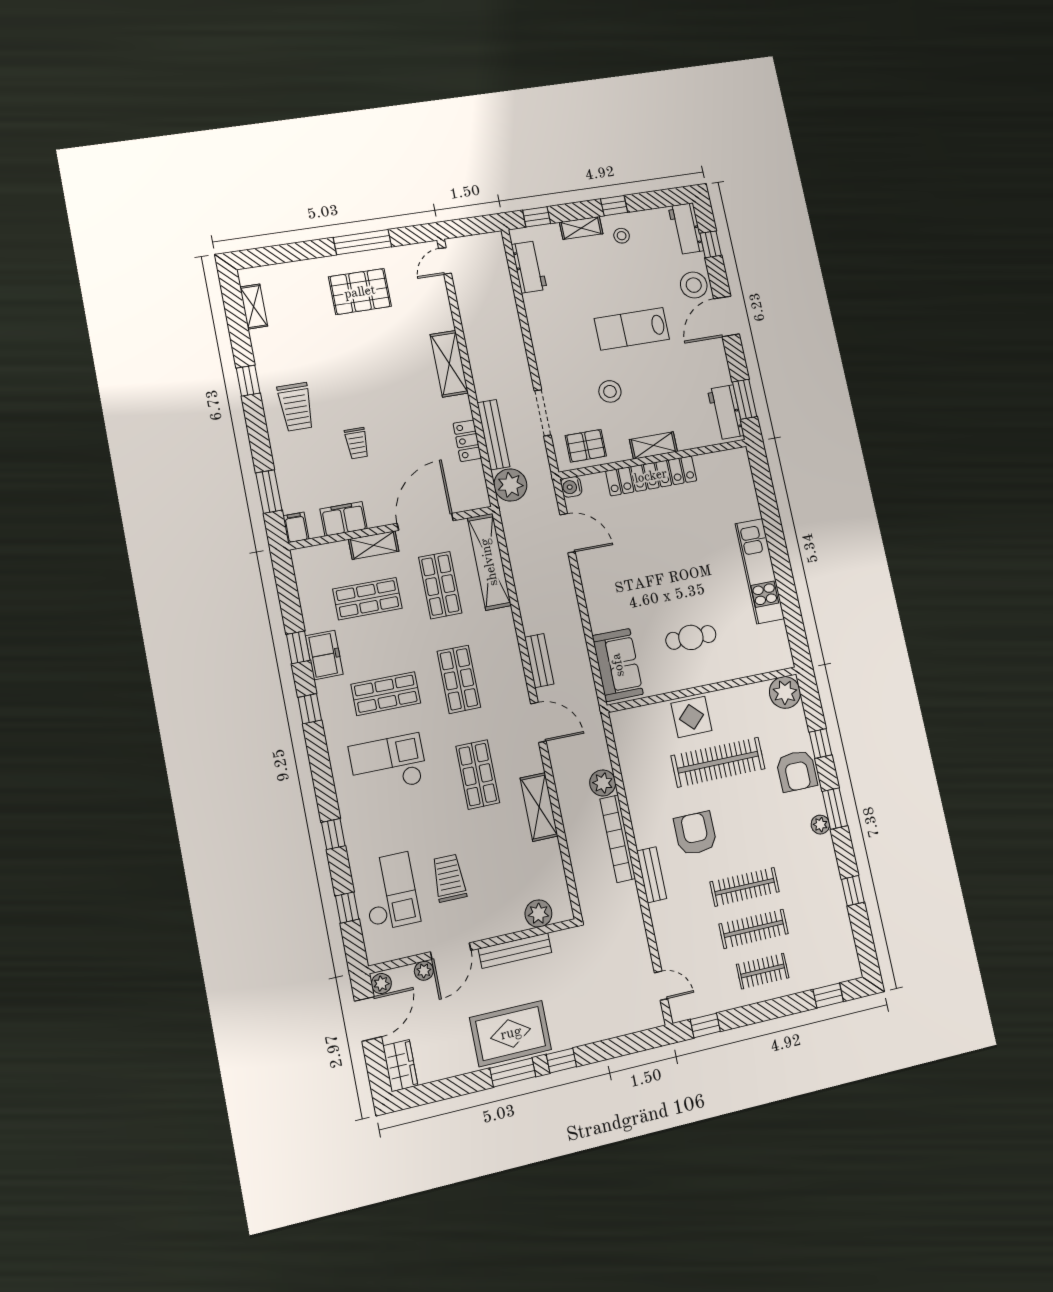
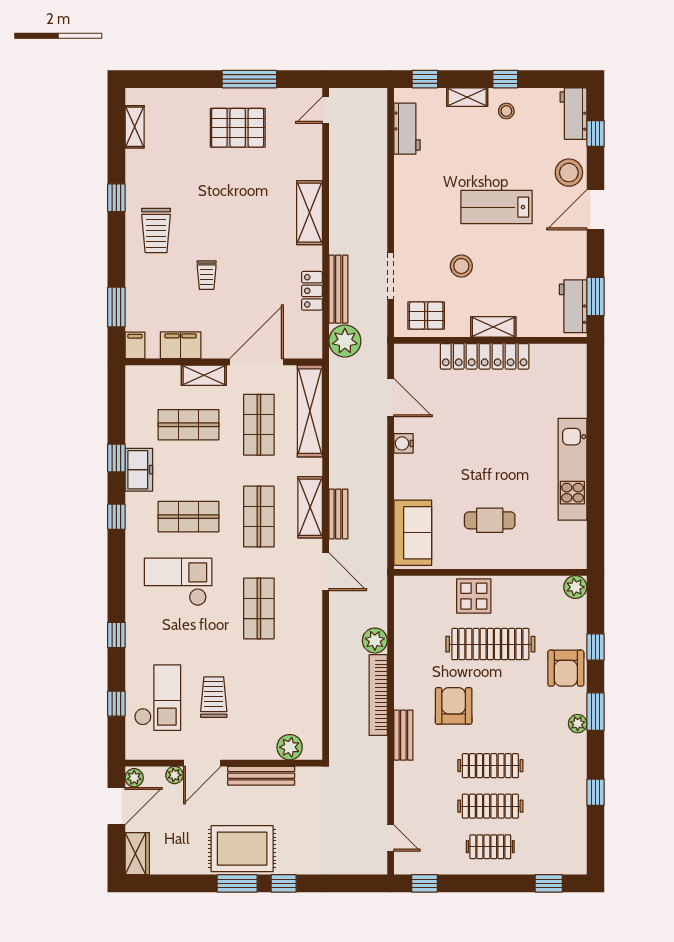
water cooler: (571, 487) -> (404, 443), moved
plant: (785, 692) -> (575, 587), width x0.73, depth x0.73
shelving: (539, 807) -> (310, 507), moved

